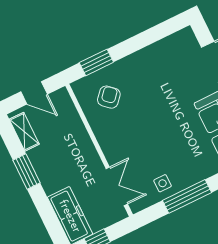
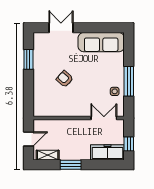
window: (96, 62) -> (28, 59), moved
armchair: (109, 97) -> (65, 79), moved

